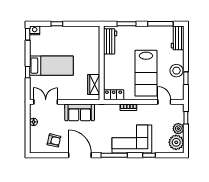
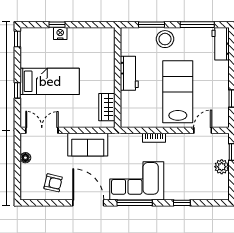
nightstand: (35, 30) -> (60, 34), moved
workbench: (110, 41) -> (129, 73), moved
stool: (176, 71) -> (165, 39), moved
lab bench: (146, 73) -> (178, 92), turned 180
locker: (114, 95) -> (134, 121), removed
door: (164, 102) -> (203, 130), hinge flipped
corner sofa: (132, 139) -> (137, 181), moved
plant: (176, 142) -> (219, 185), removed

